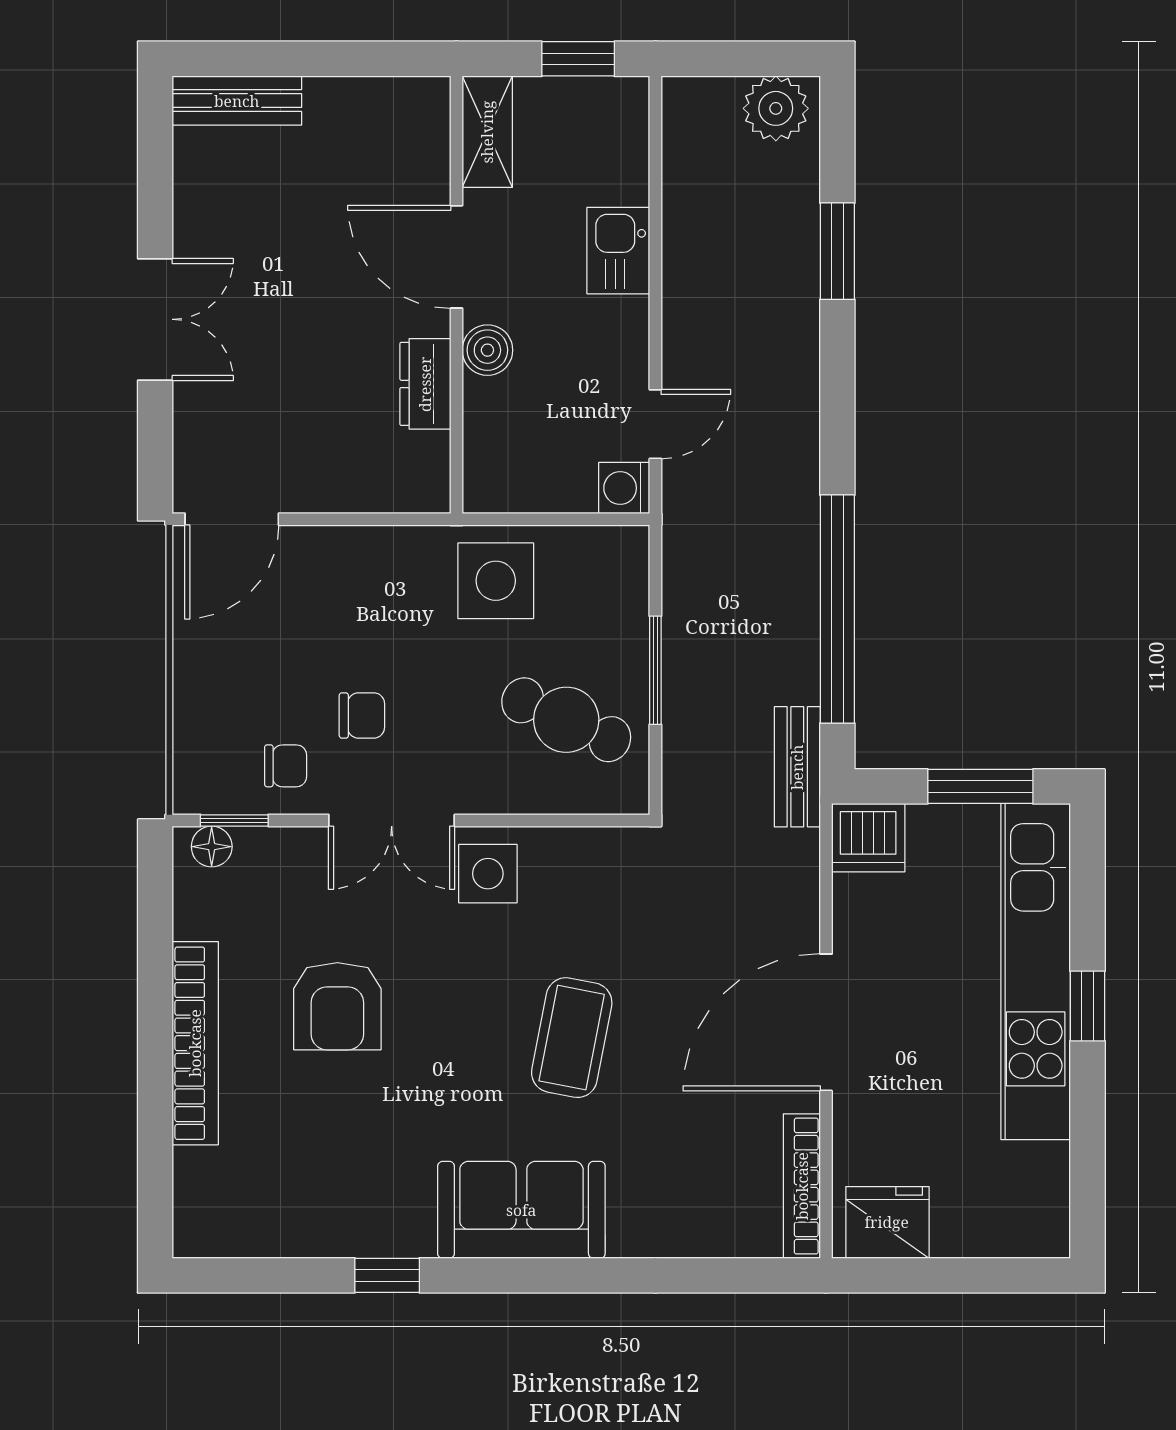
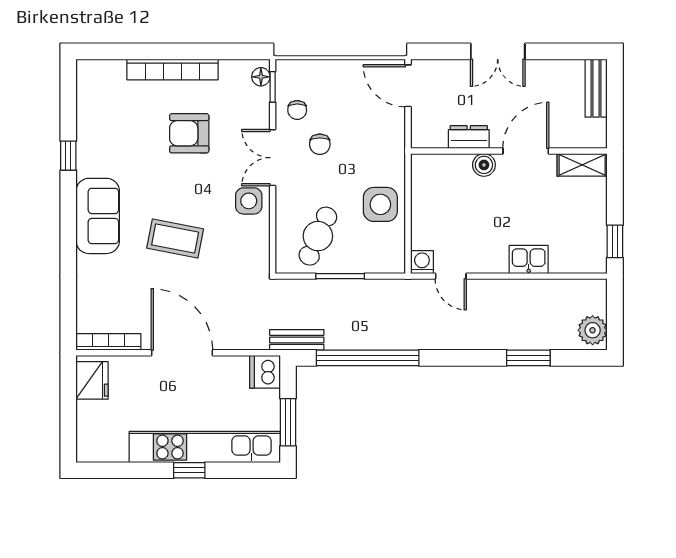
shelving: (487, 132) -> (582, 165), moved
door: (456, 257) -> (526, 151), moved
wall: (456, 295) -> (509, 151), moved
boiler: (487, 350) -> (484, 165), moved
dresser: (425, 384) -> (469, 137), moved

